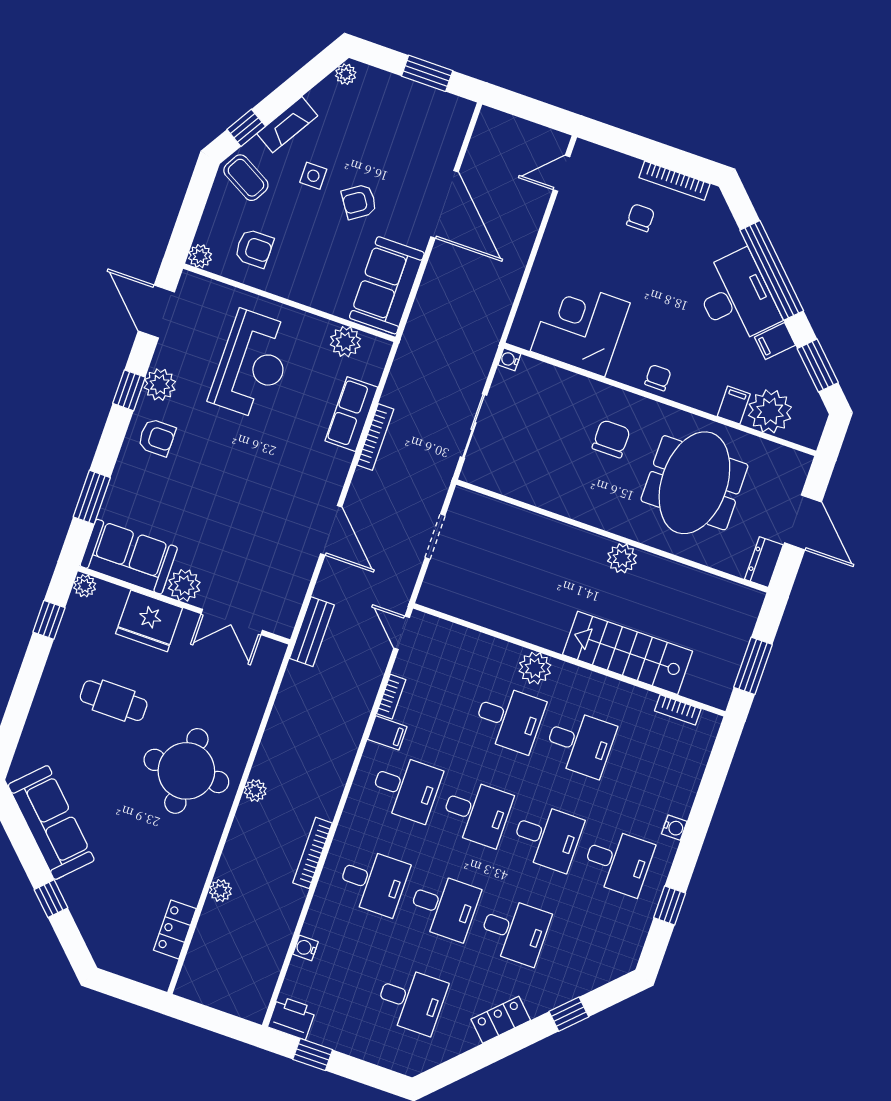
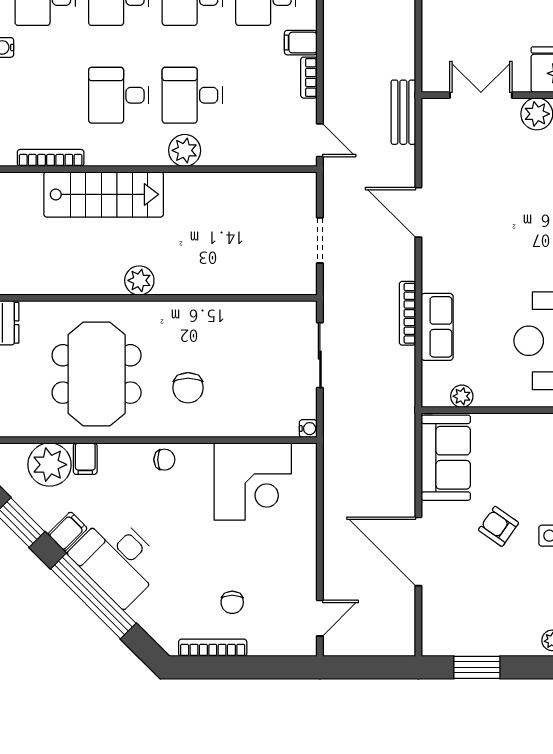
armchair: (359, 202) -> (499, 526), turned -111
plant: (345, 342) -> (462, 396), width x0.73, depth x0.73
chair: (658, 378) -> (164, 460), turned -90
bookcase: (678, 710) -> (51, 158), width x1.56

